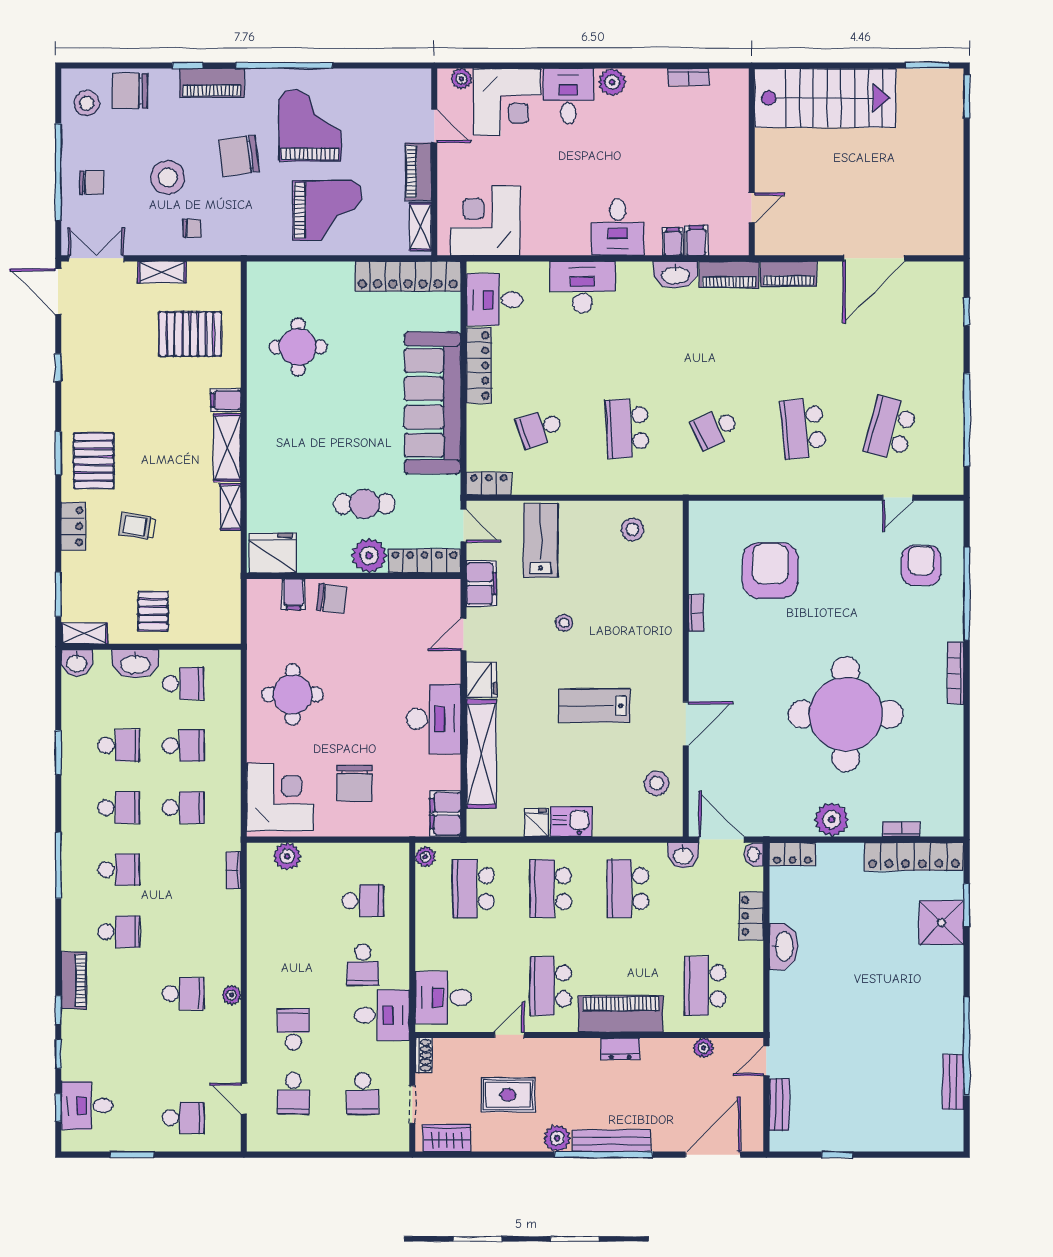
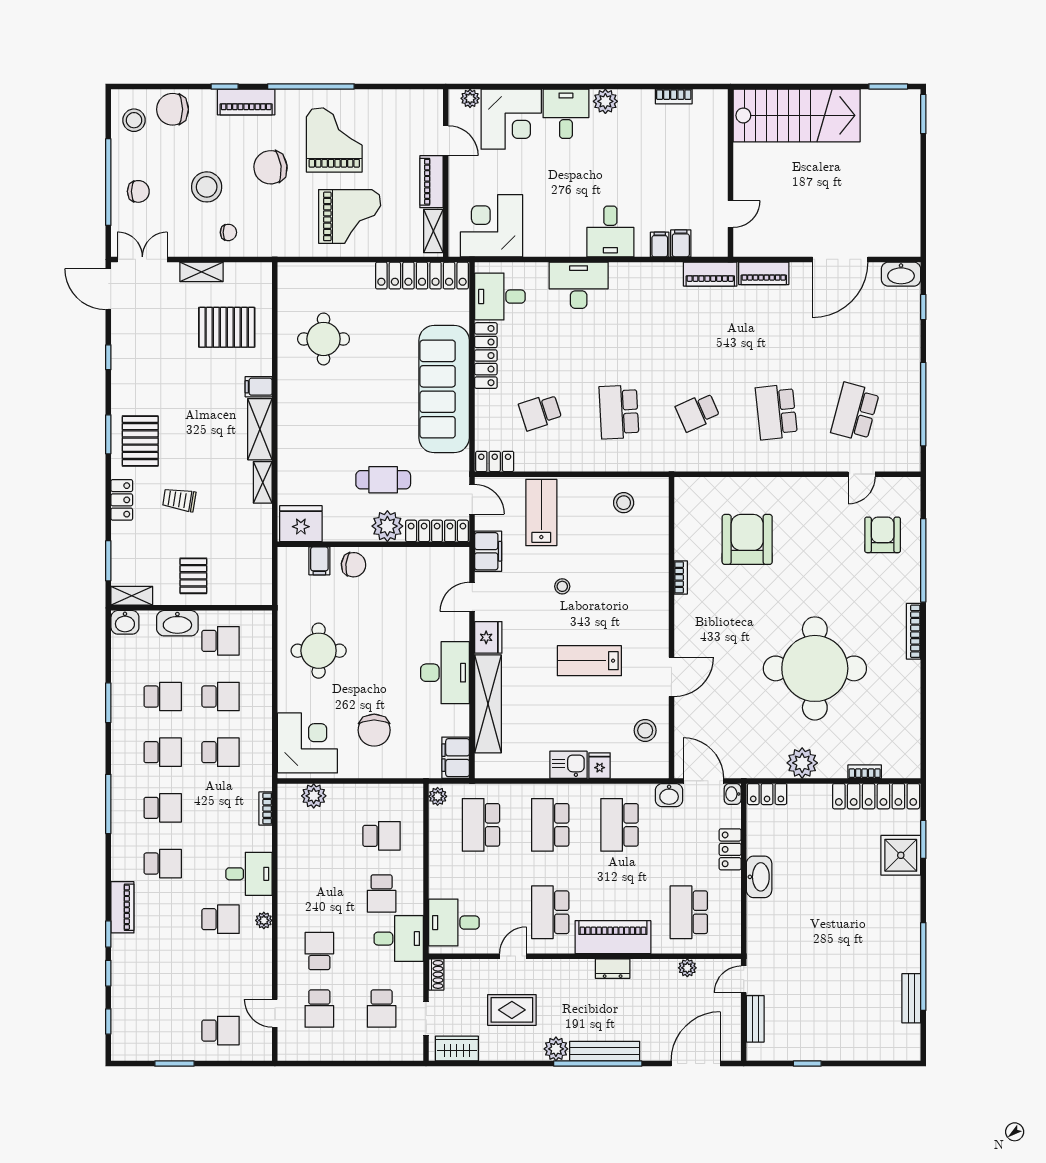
washbasin: (675, 275) -> (901, 274), moved
fridge: (536, 822) -> (600, 766), moved
desk: (87, 1106) -> (249, 874), moved, turned 180

